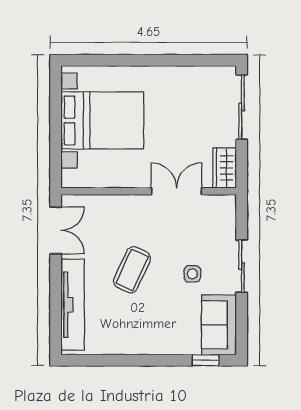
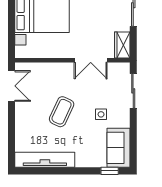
double door: (176, 191) -> (91, 60), swing flipped
sliding door: (242, 266) -> (133, 91), moved
tv unit: (73, 305) -> (45, 160), moved, turned -90

